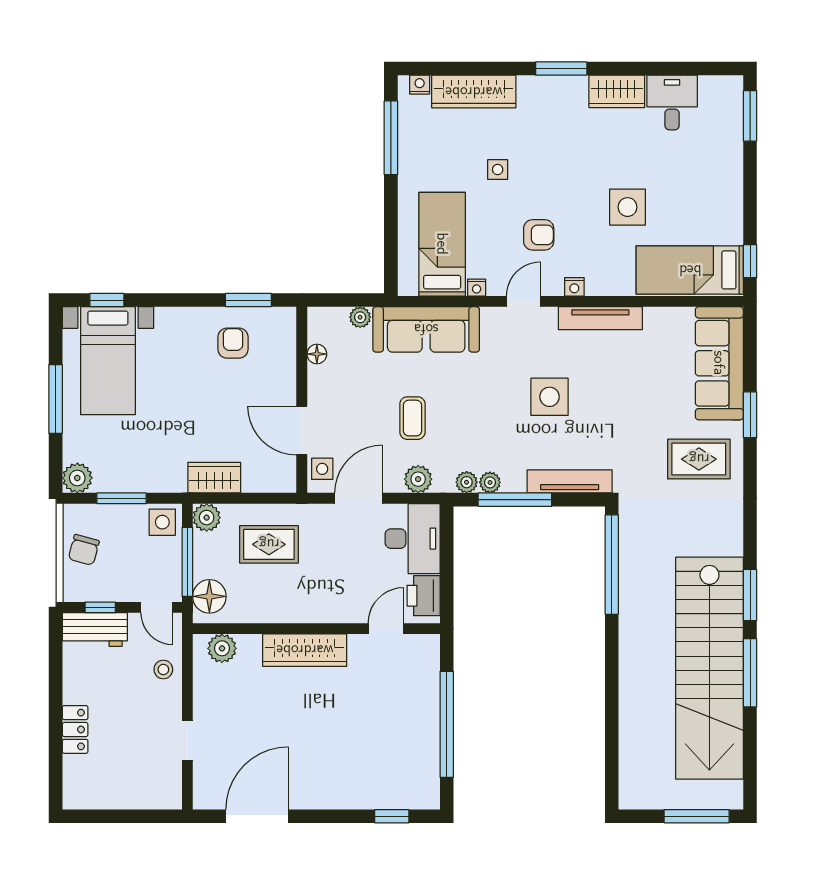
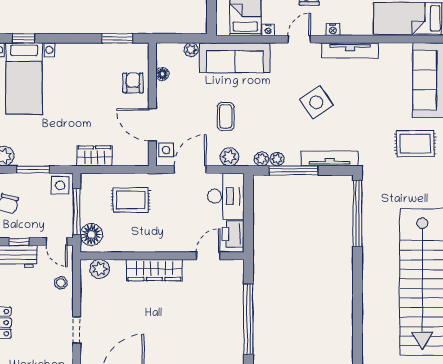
armchair: (233, 343) -> (133, 83), moved
side table: (549, 397) -> (316, 102), turned -34
plant: (207, 518) -> (89, 182), removed

